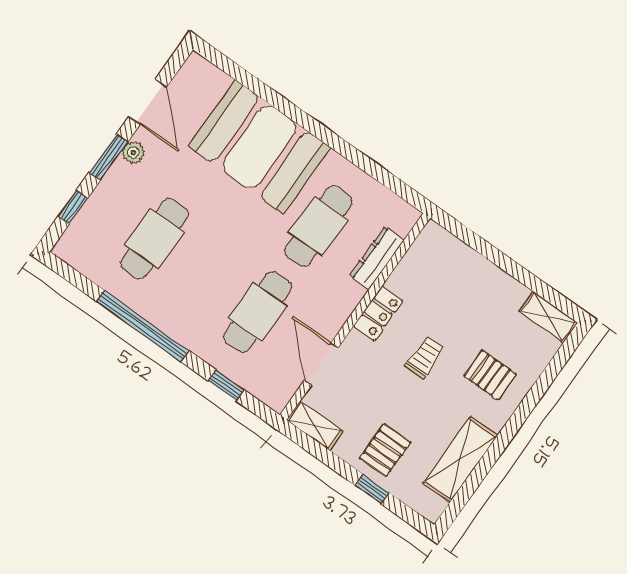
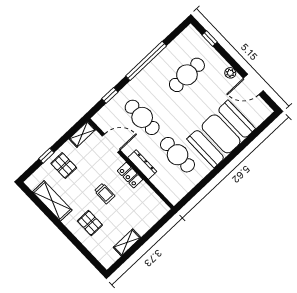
window: (108, 157) -> (230, 60), removed
cafe table: (154, 239) -> (187, 75), turned 90
dresser: (377, 258) -> (142, 165), moved
shelving: (548, 317) -> (127, 243), moved
pallet: (490, 375) -> (90, 223), turned 90

